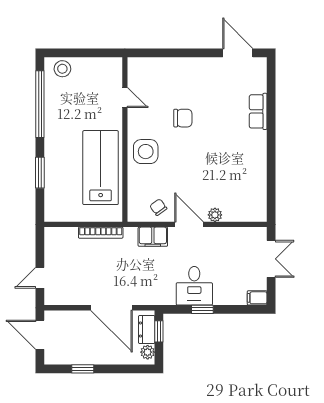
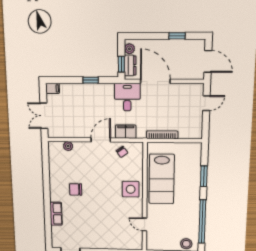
chair: (183, 118) -> (76, 189), moved
plant: (215, 215) -> (68, 146), moved
door: (189, 224) -> (101, 140), swing flipped
desk: (194, 286) -> (127, 97), moved

